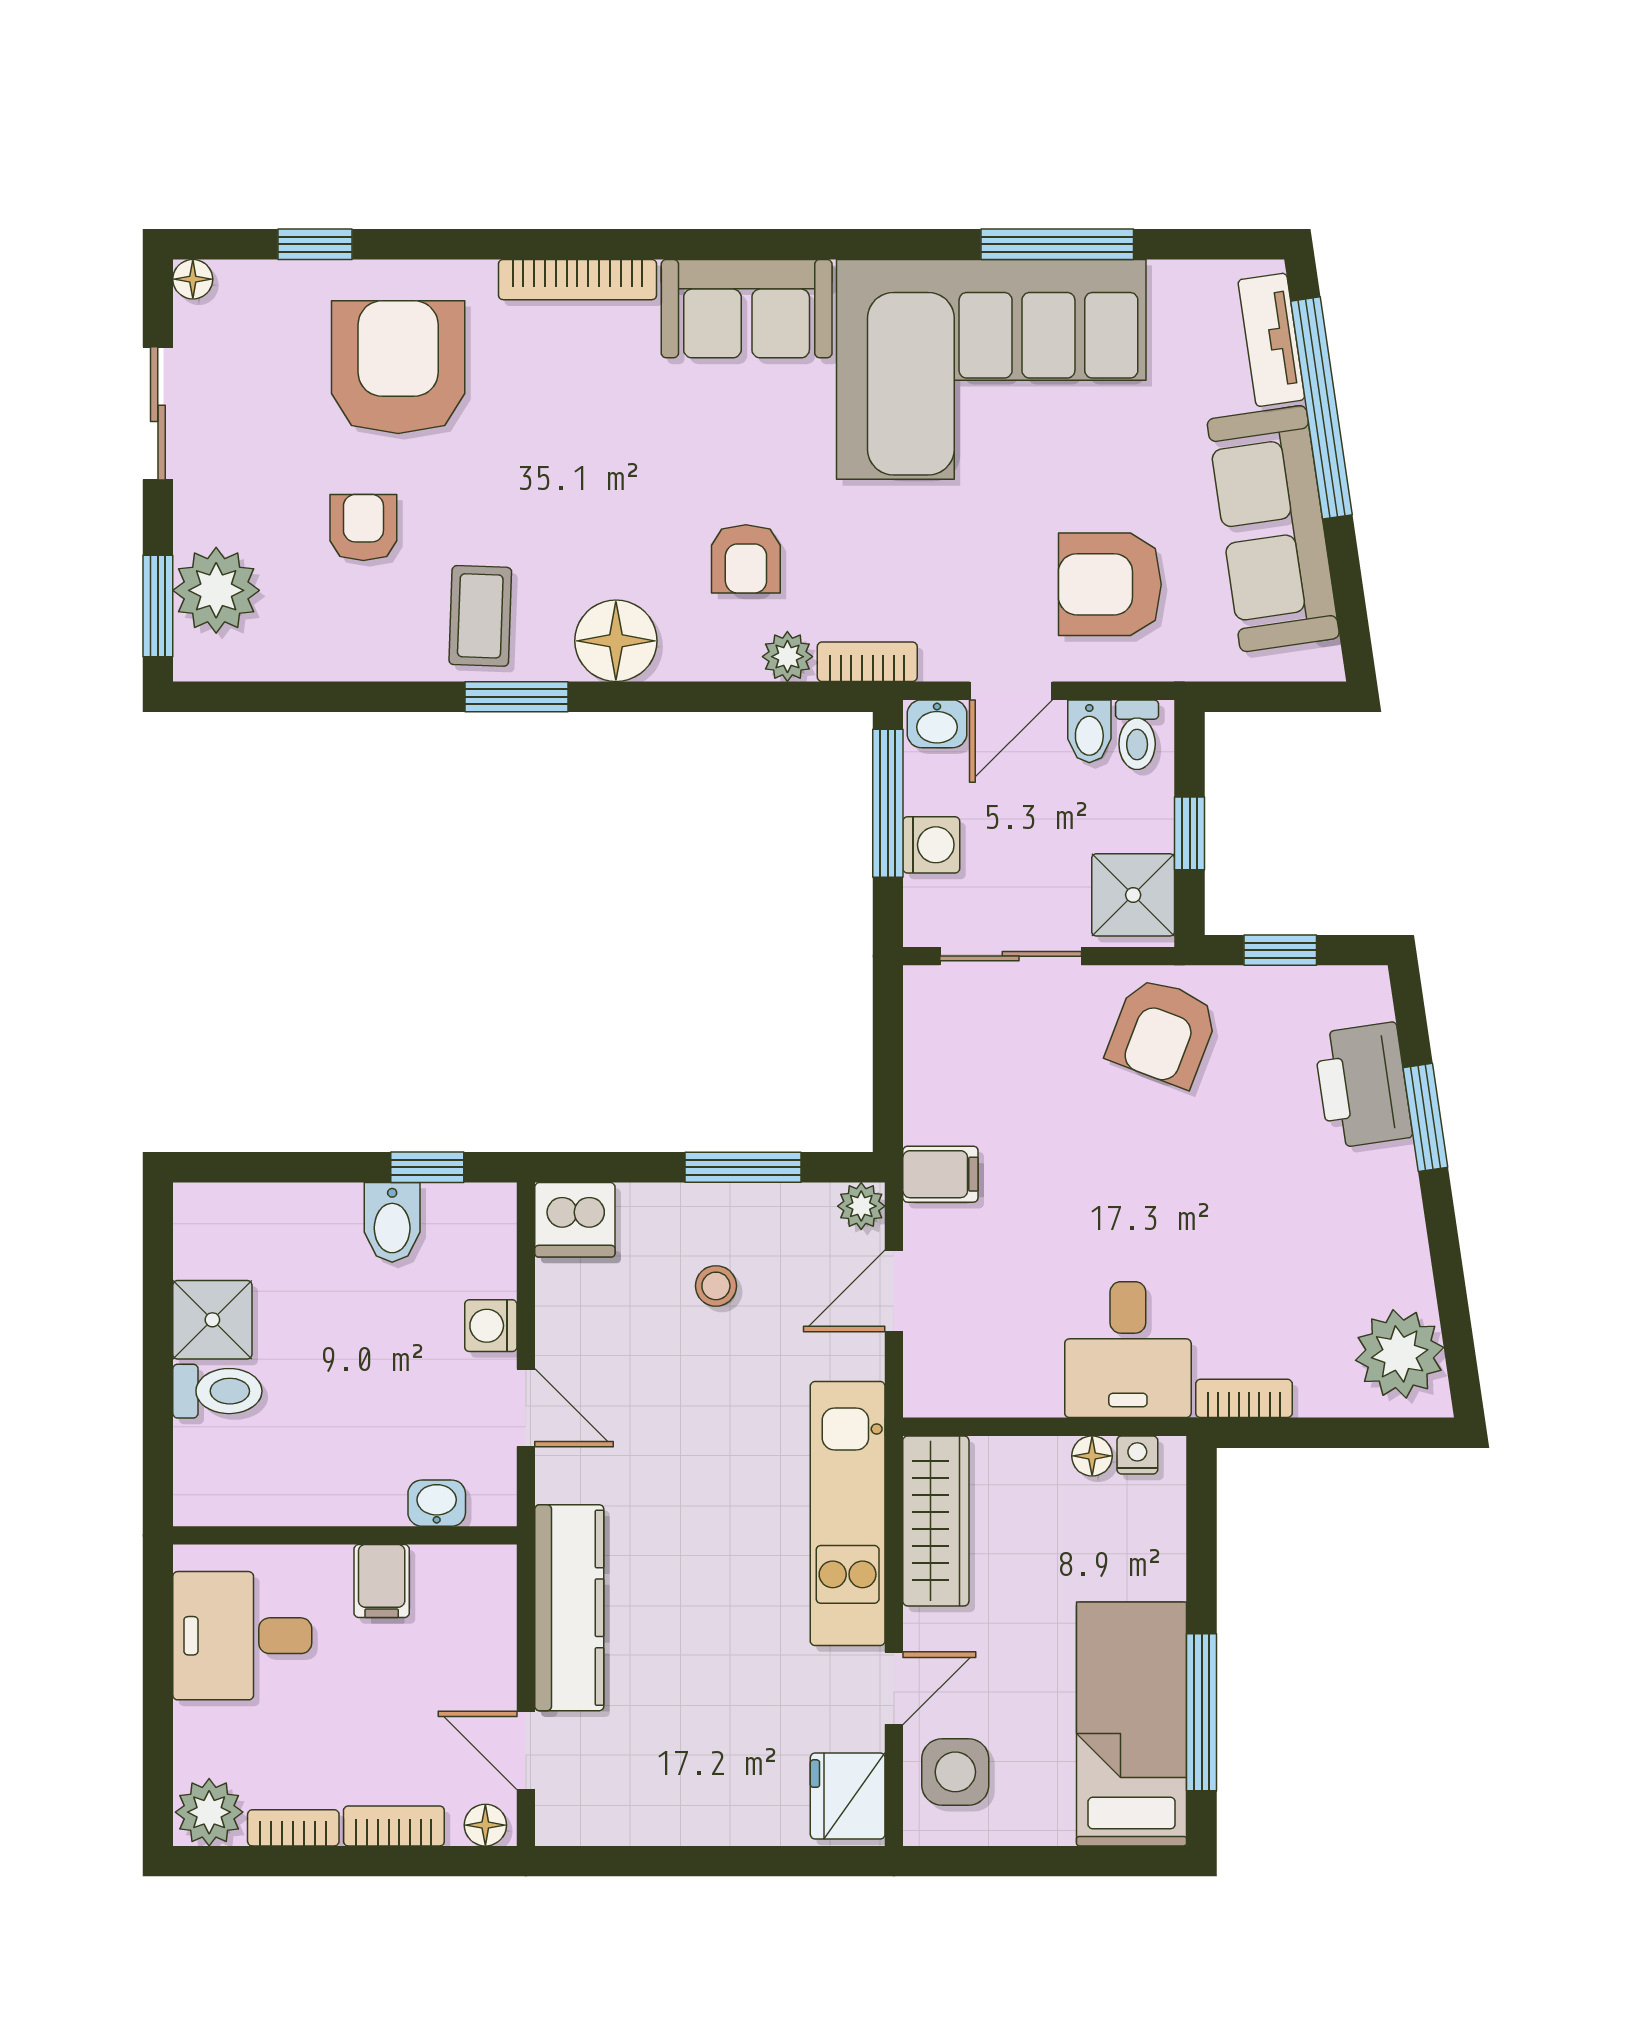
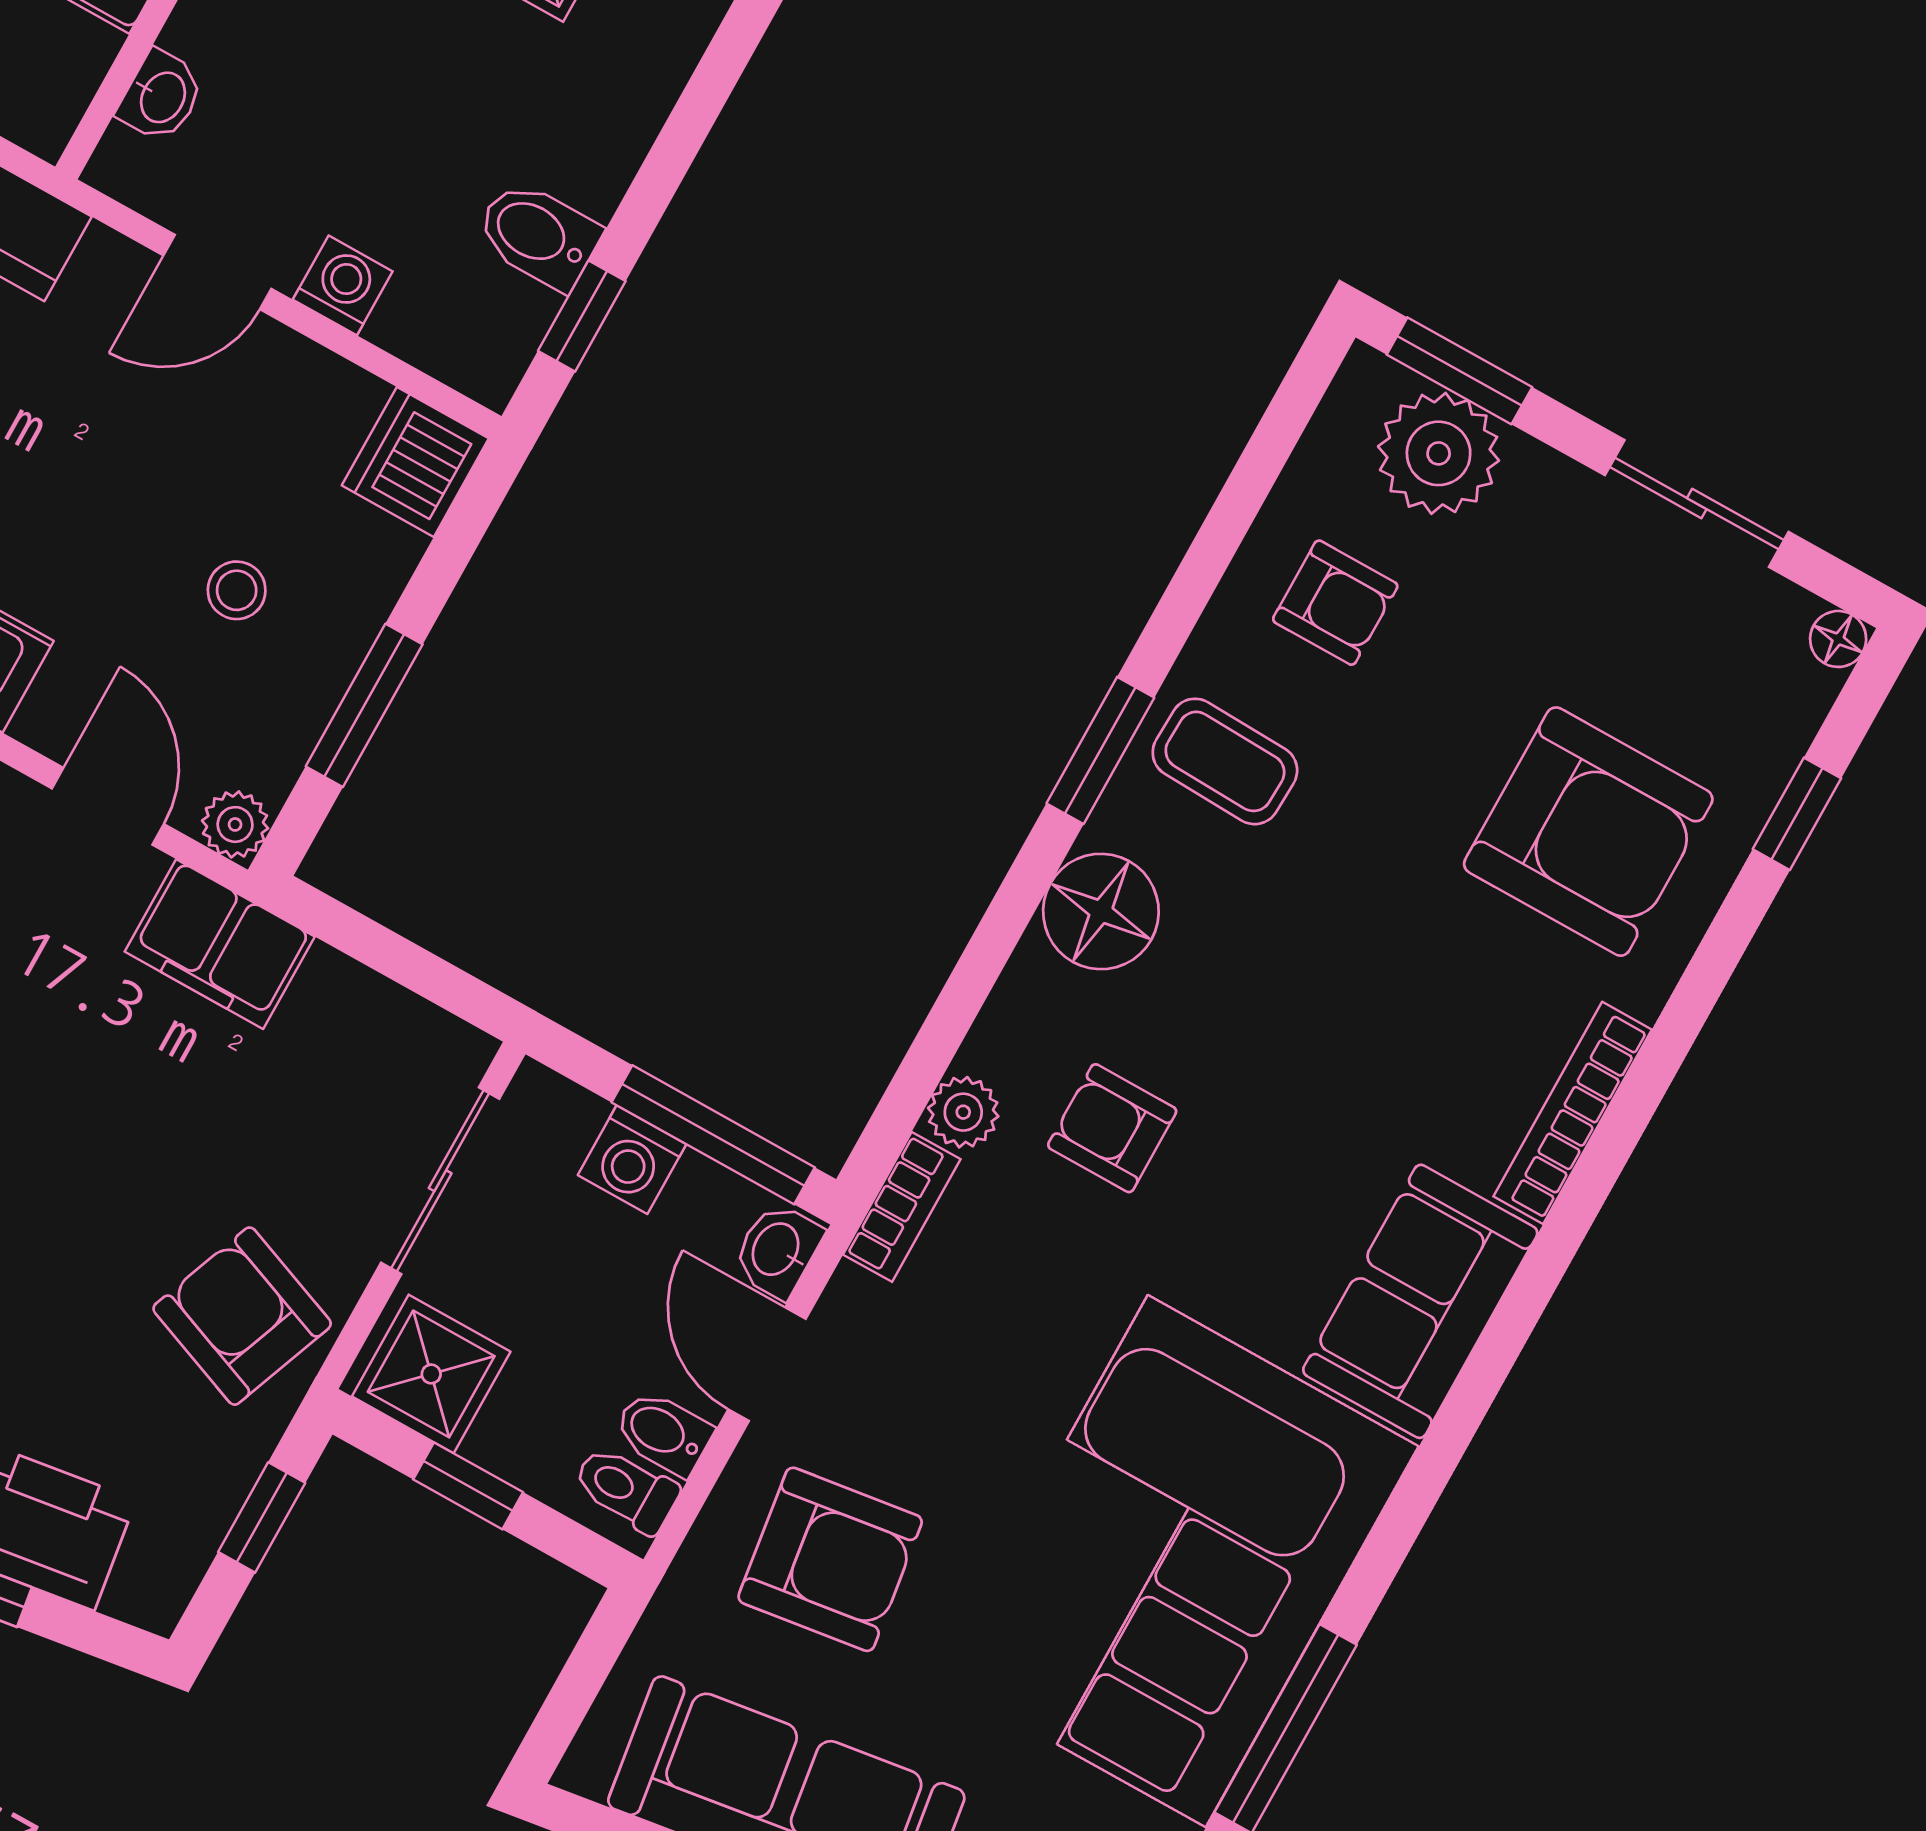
armchair: (363, 527) -> (1335, 603), moved
armchair: (1110, 584) -> (830, 1559), turned 82
filing cabinet: (940, 1174) -> (220, 944), width x2.00

